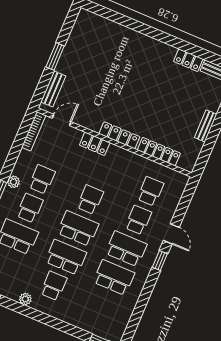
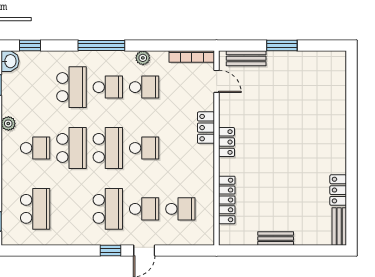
locker: (119, 135) -> (226, 142), width x0.66
plant: (14, 182) -> (143, 58), moved
school desk: (114, 277) -> (35, 209), moved

